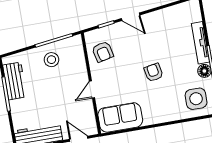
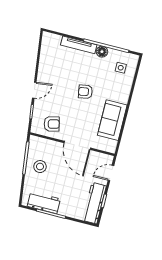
door: (92, 89) -> (77, 145), width x1.87
side table: (196, 99) -> (121, 68), width x0.54, depth x0.54
sofa: (120, 117) -> (112, 120), moved

